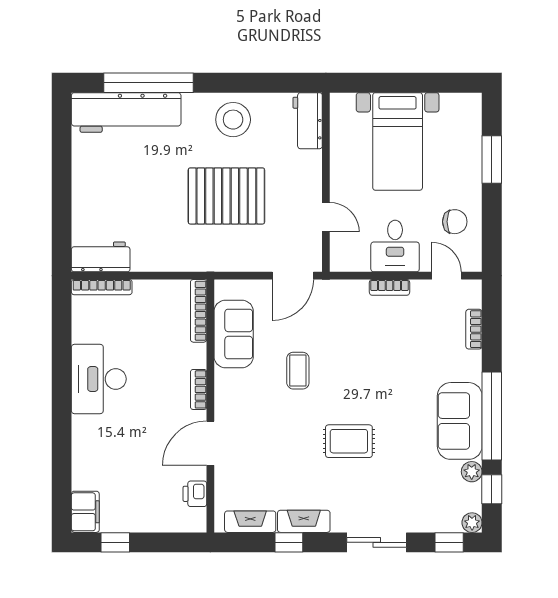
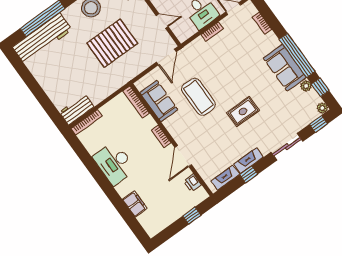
coffee table: (298, 371) -> (198, 97), width x1.86, depth x1.72
filing cabinet: (85, 512) -> (135, 204), moved
window: (115, 542) -> (192, 216), moved

